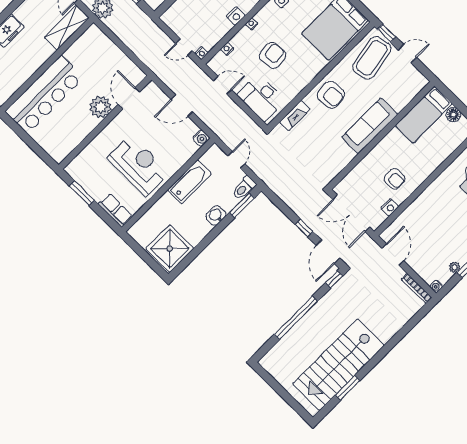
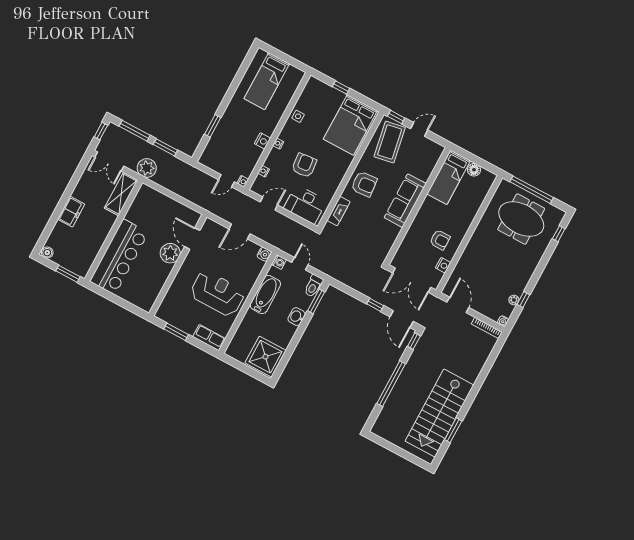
washing machine: (214, 151) -> (279, 262), added

